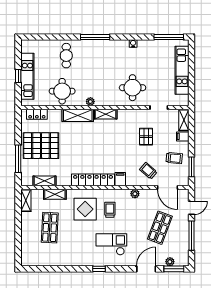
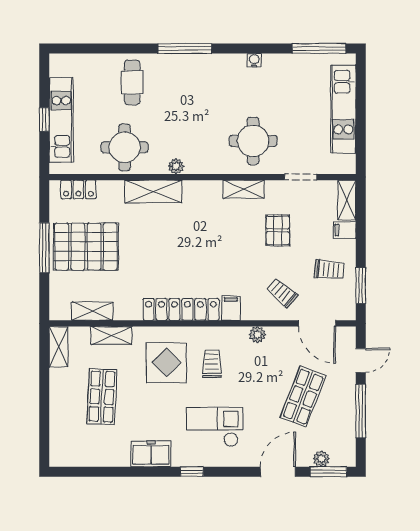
shelving: (106, 114) -> (244, 189), moved
window: (18, 159) -> (44, 248), moved
freezer: (77, 259) -> (151, 454), added

